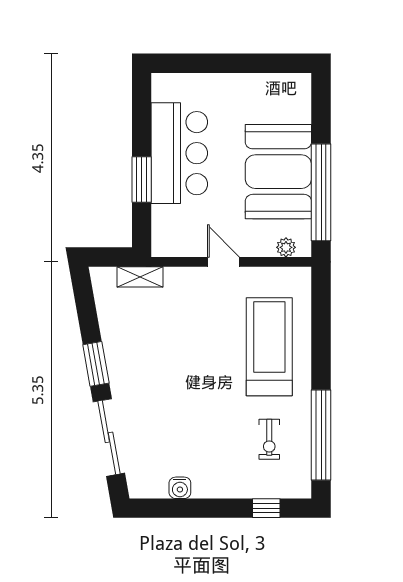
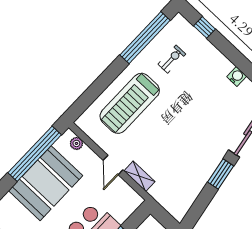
shelving: (140, 277) -> (139, 176), moved

